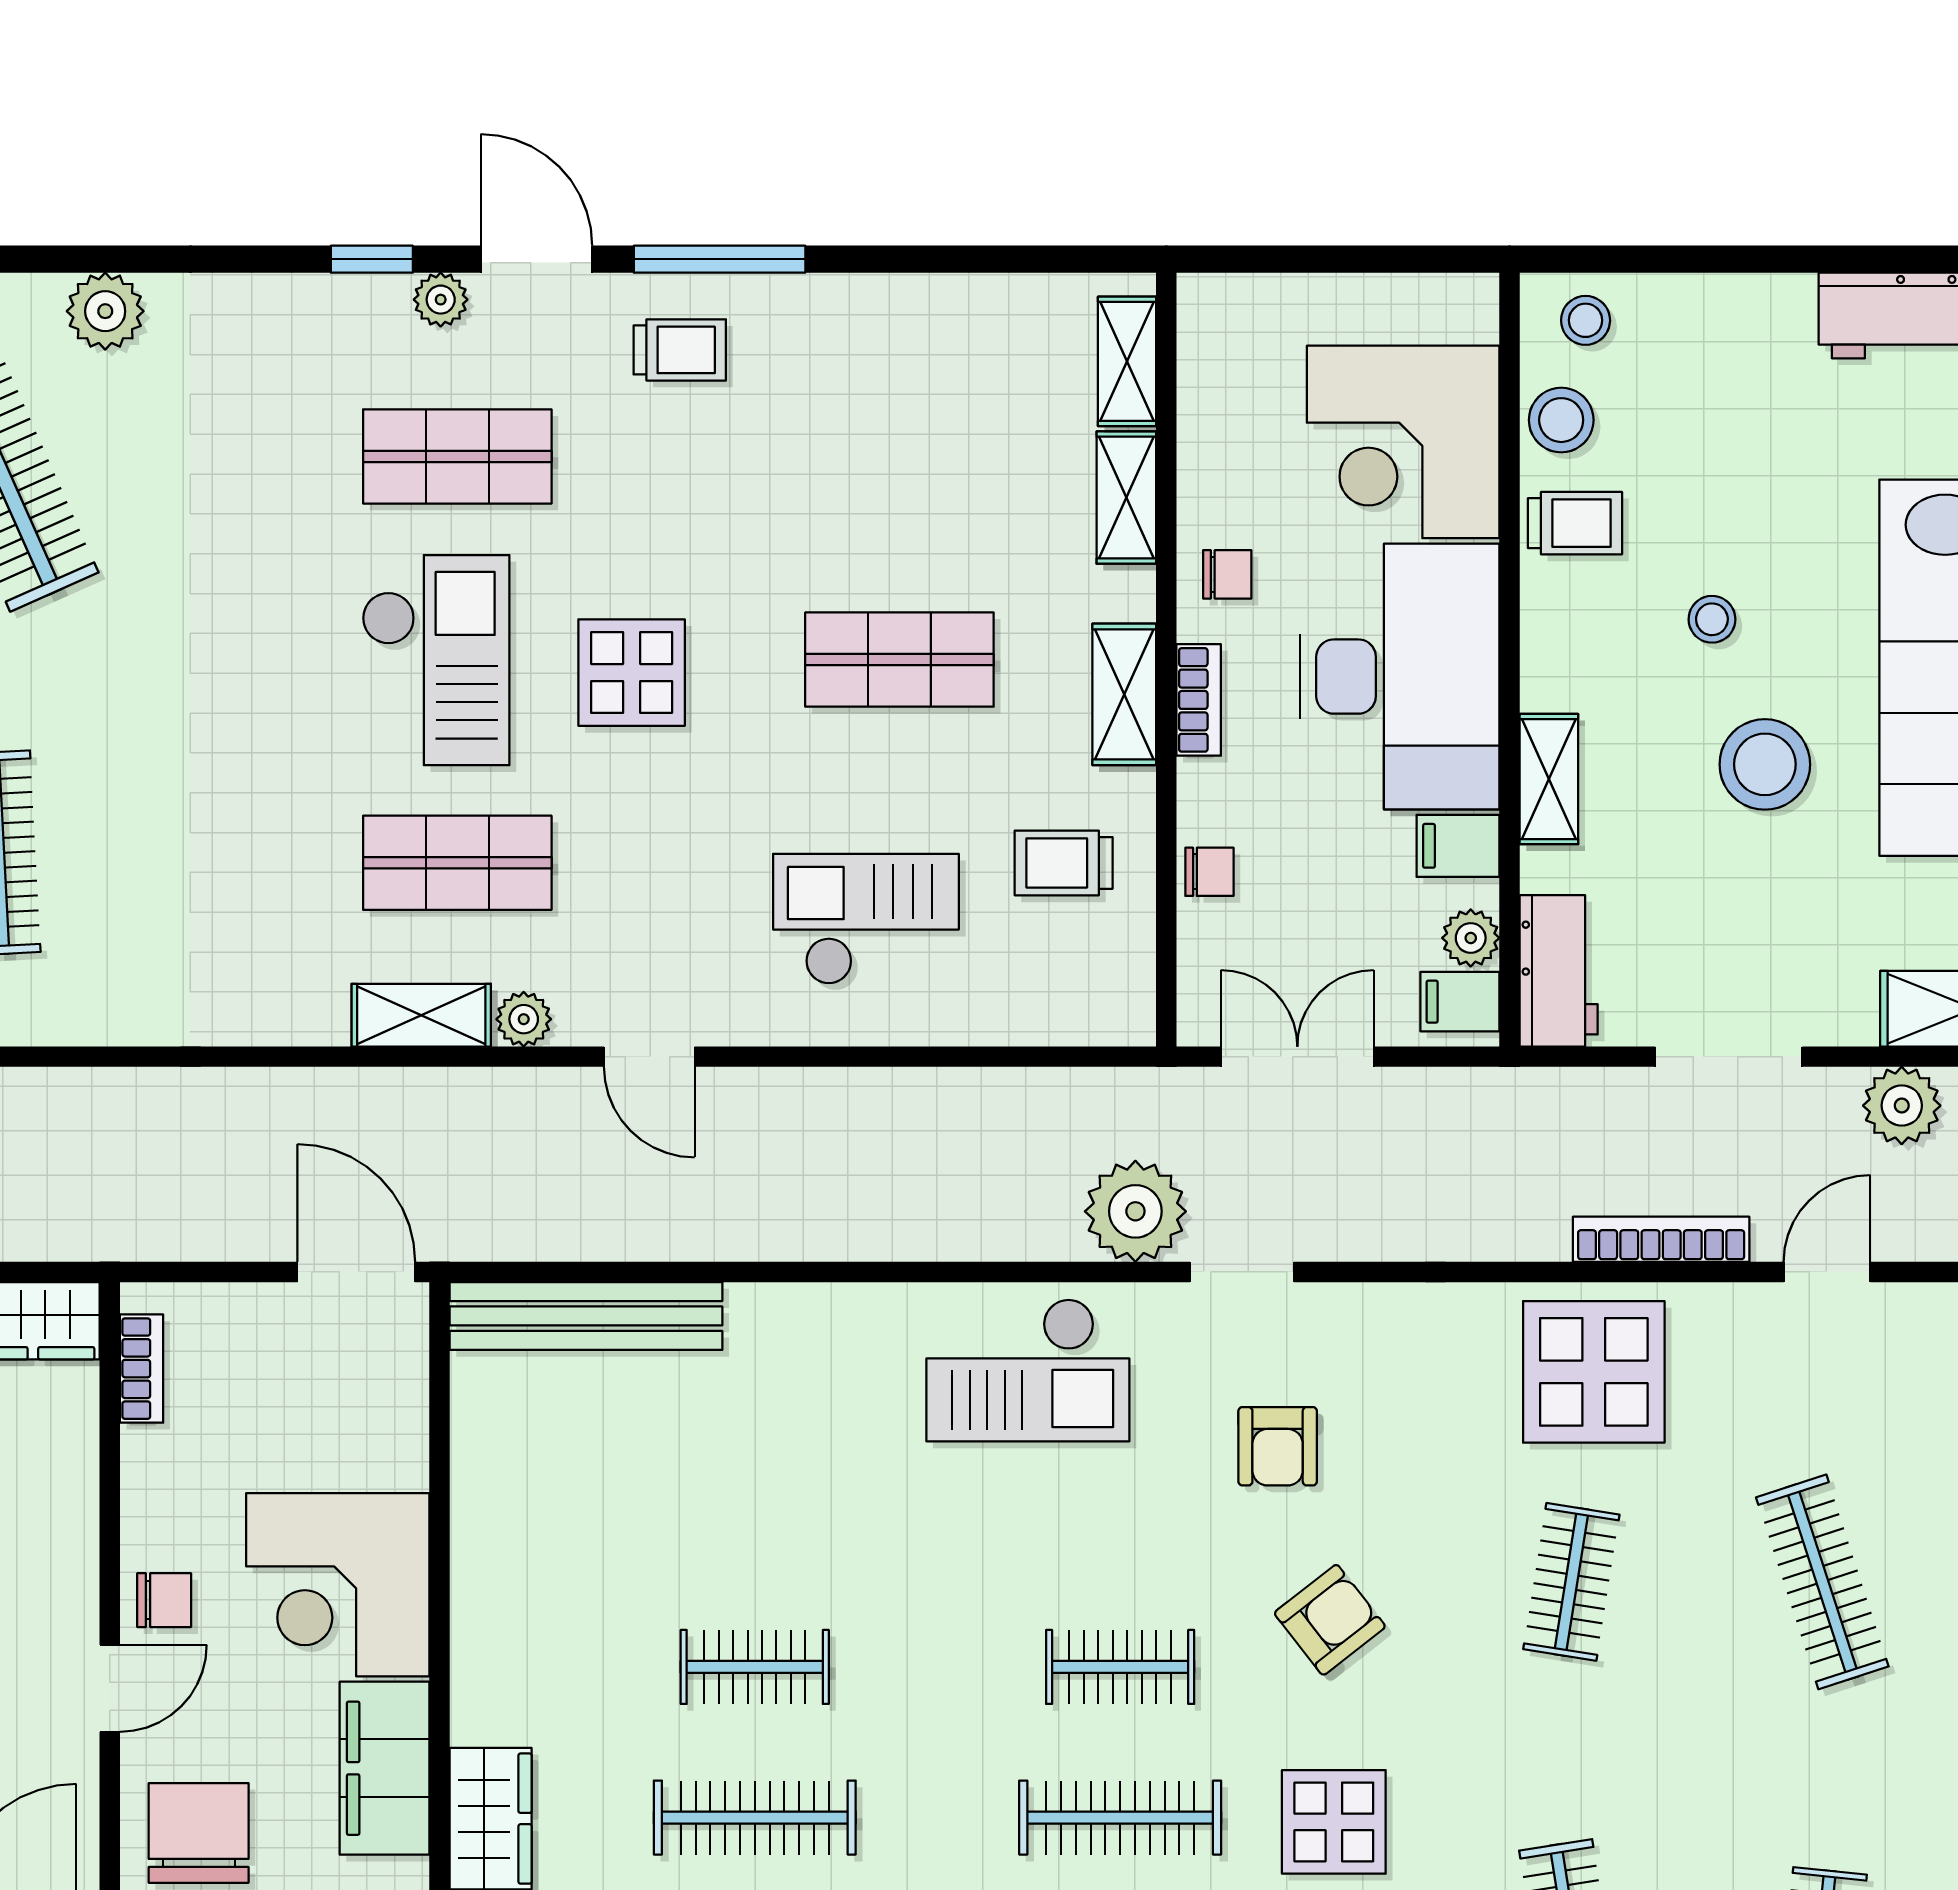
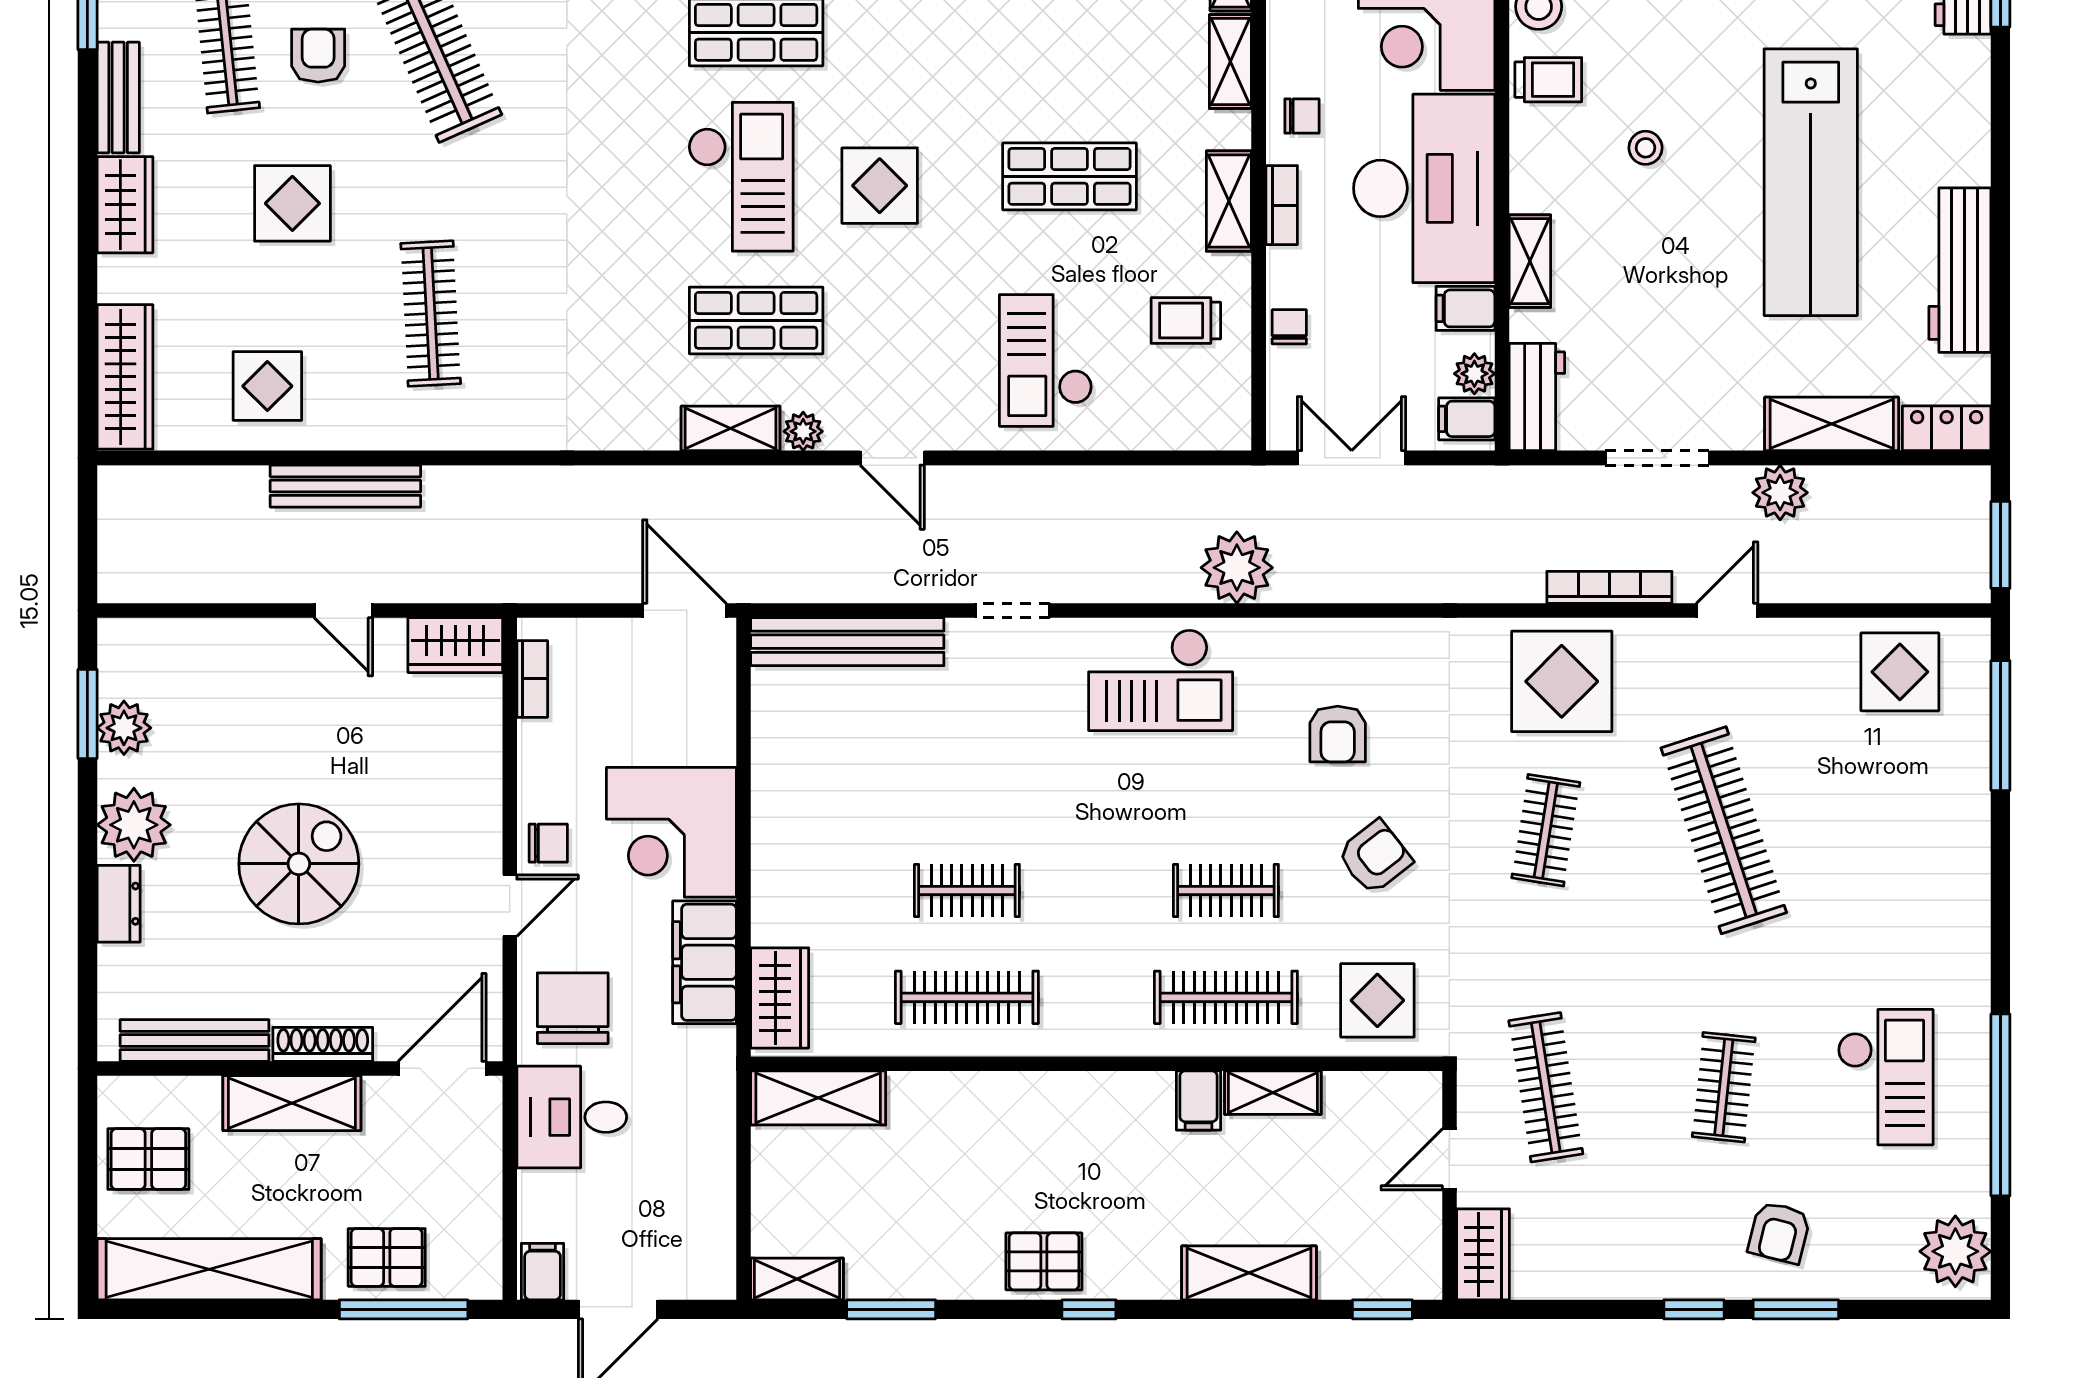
stool: (1765, 764) -> (1683, 251), removed
chair: (1209, 872) -> (1289, 327), turned -90
checkout: (866, 919) -> (1046, 360), turned -90
doorway: (1242, 1272) -> (1013, 610), moved
clothes rail: (1822, 1582) -> (1724, 830), width x1.37, depth x1.31

